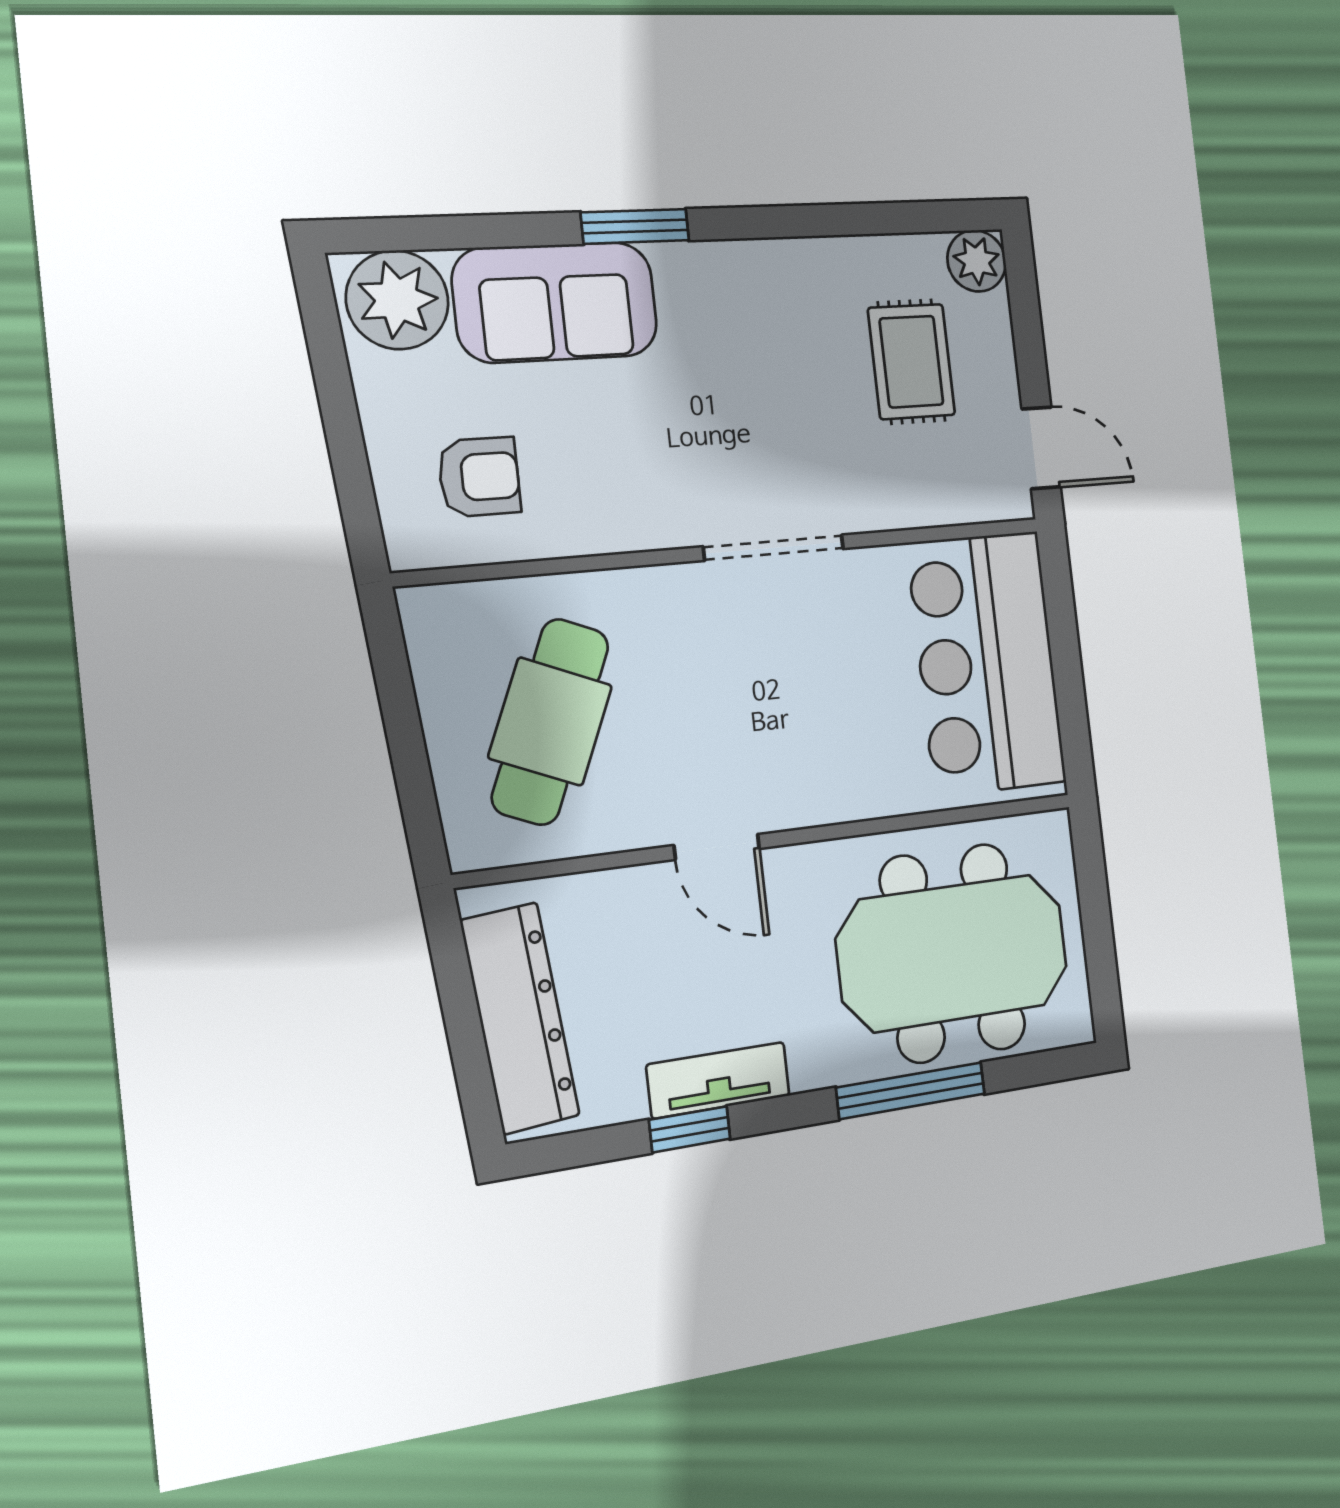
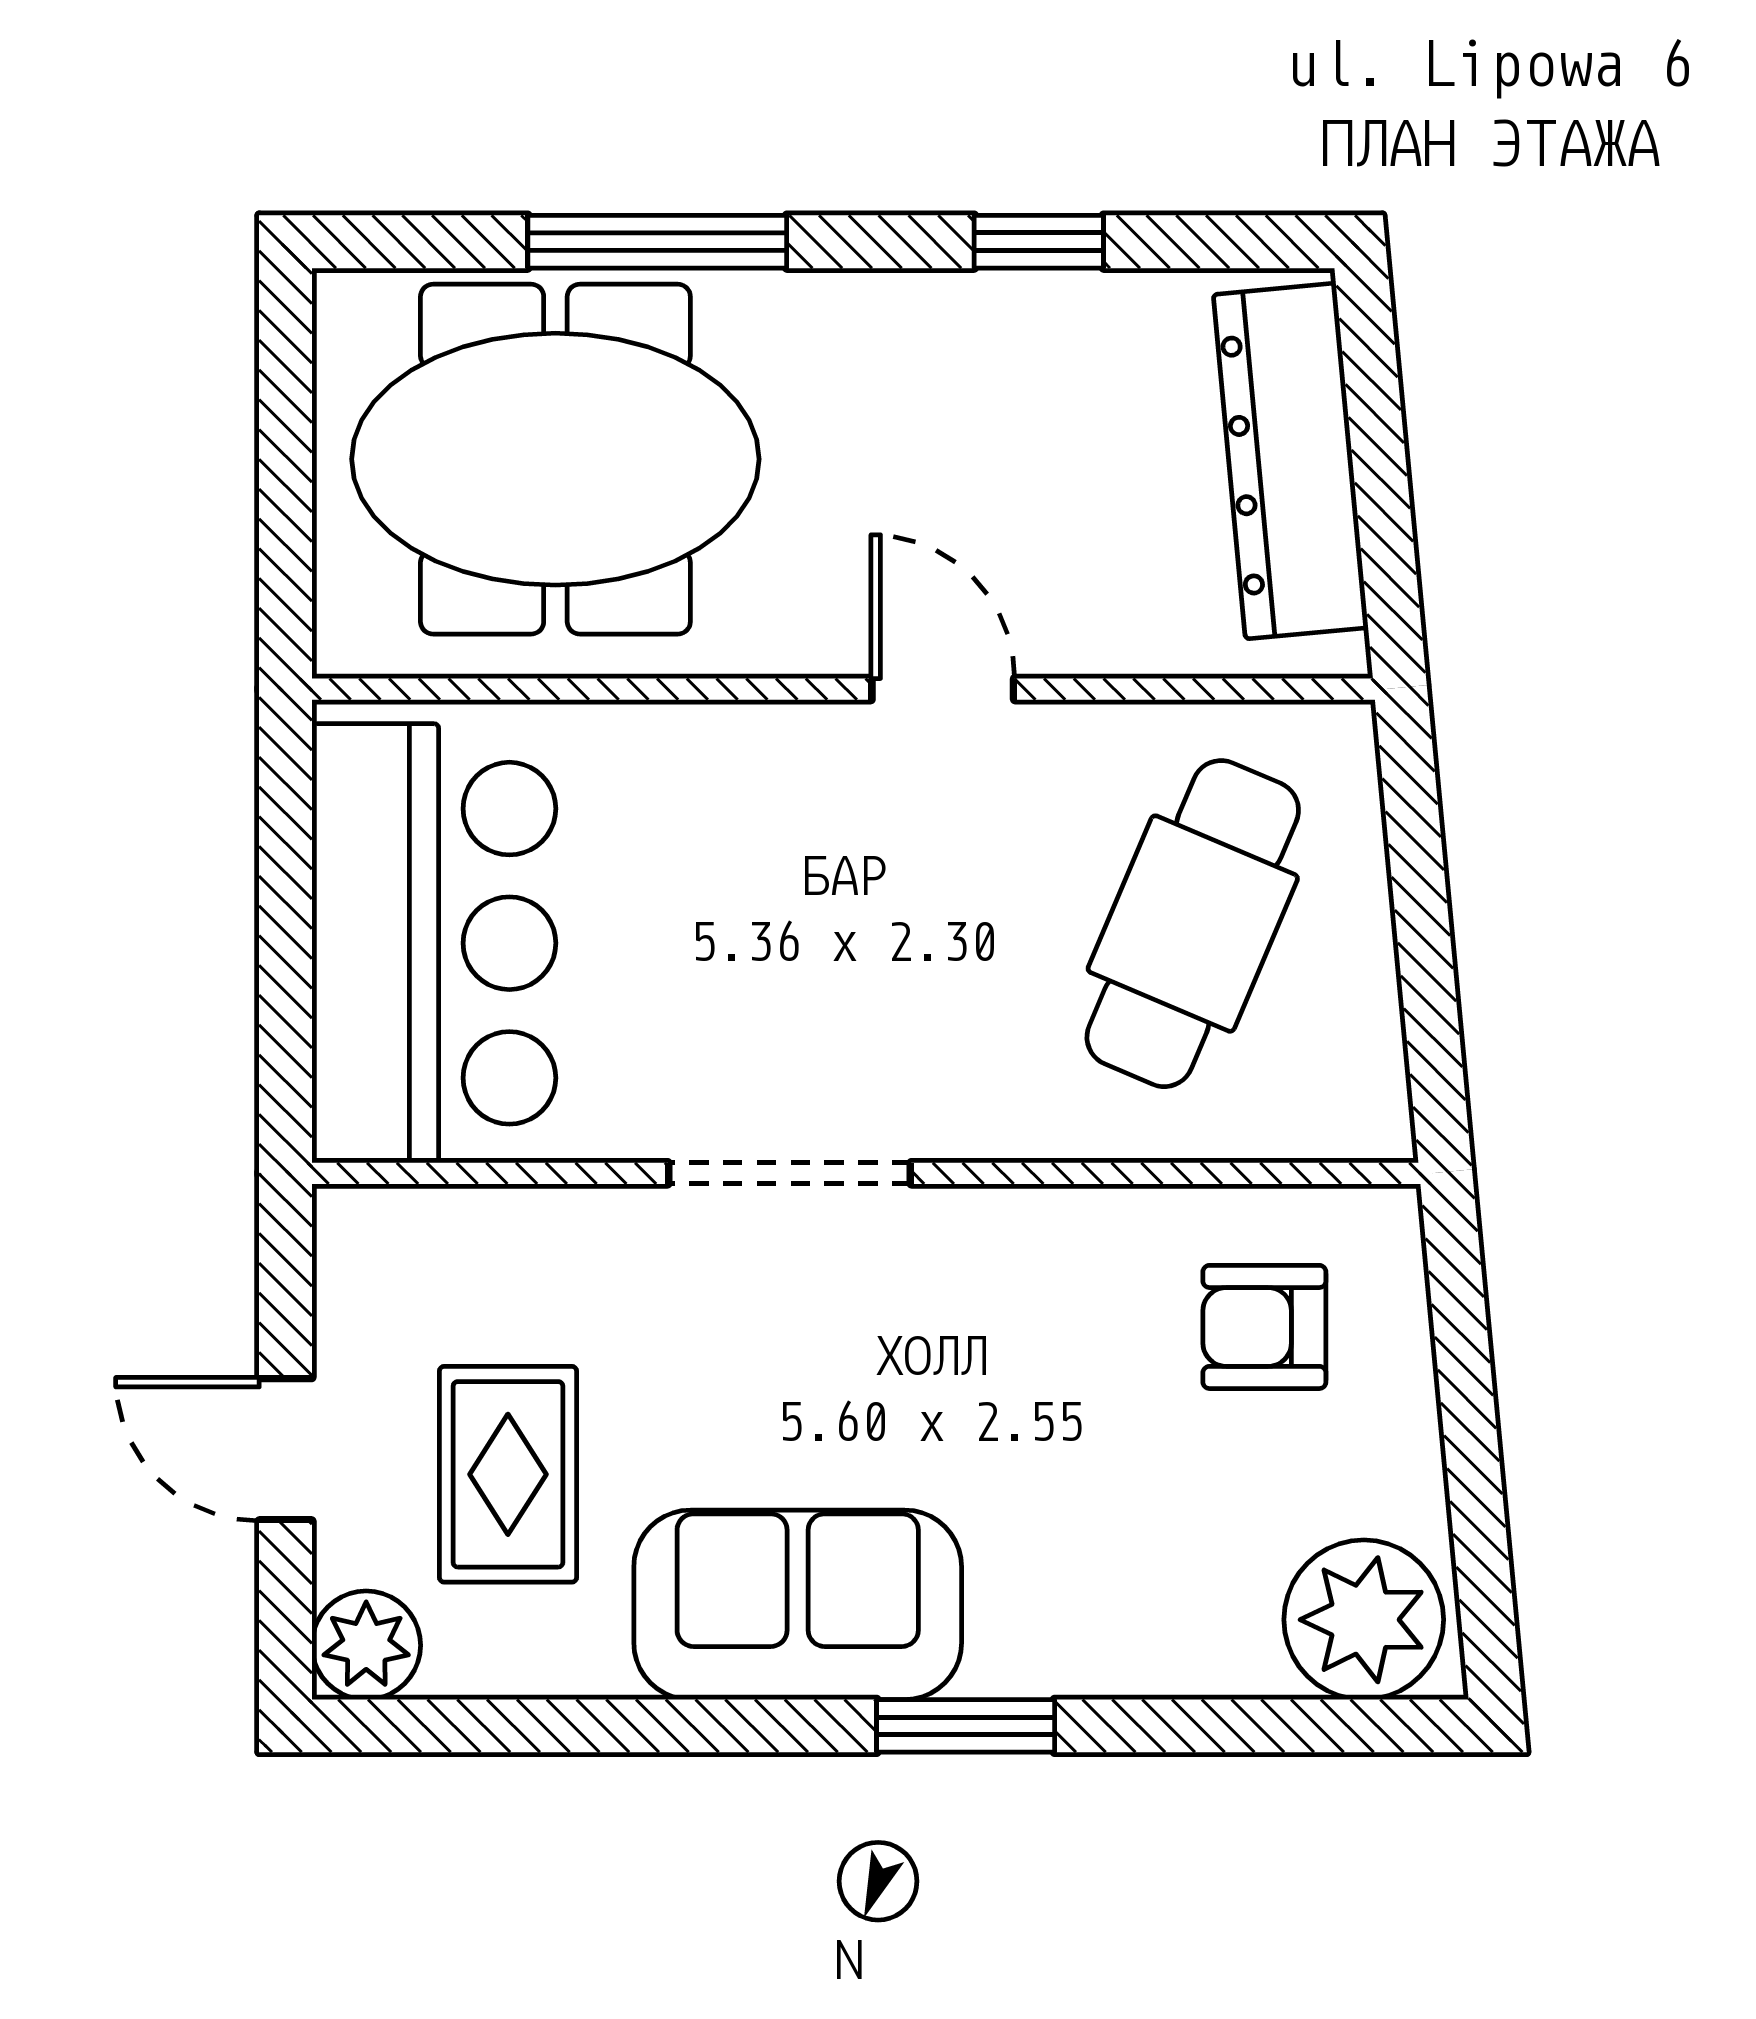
sofa: (555, 302) -> (798, 1605), moved
door: (1041, 448) -> (286, 1449), moved
tv unit: (718, 1080) -> (983, 312), removed

